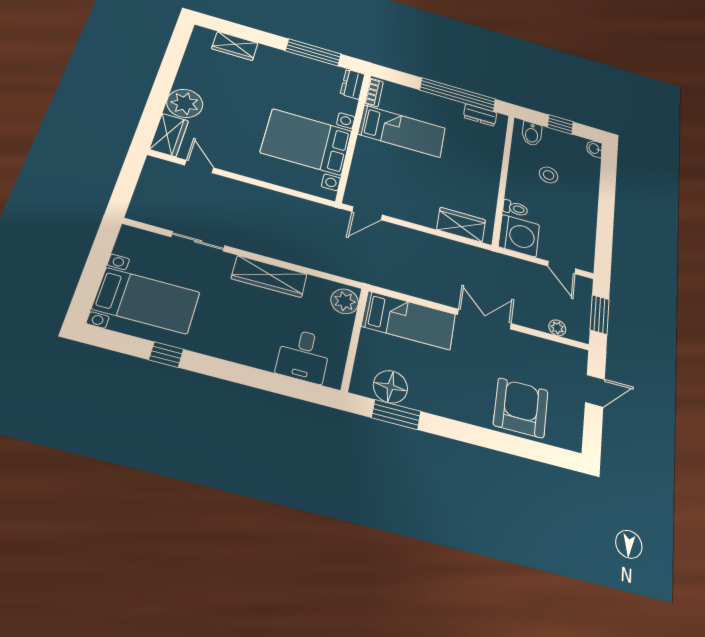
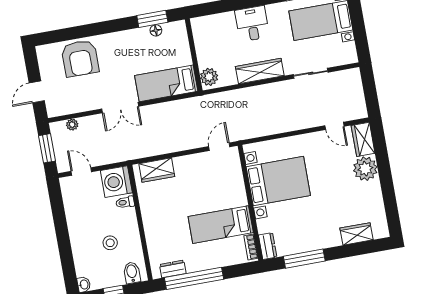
desk: (304, 356) -> (252, 24), moved
floor lamp: (390, 387) -> (156, 30), width x0.53, depth x0.53

